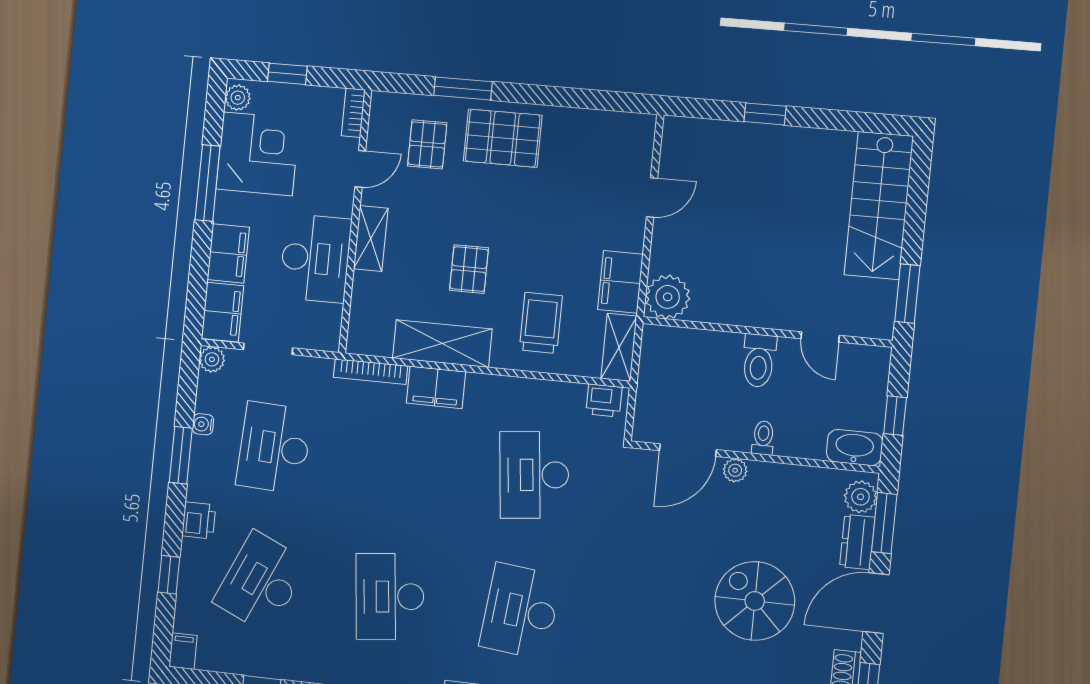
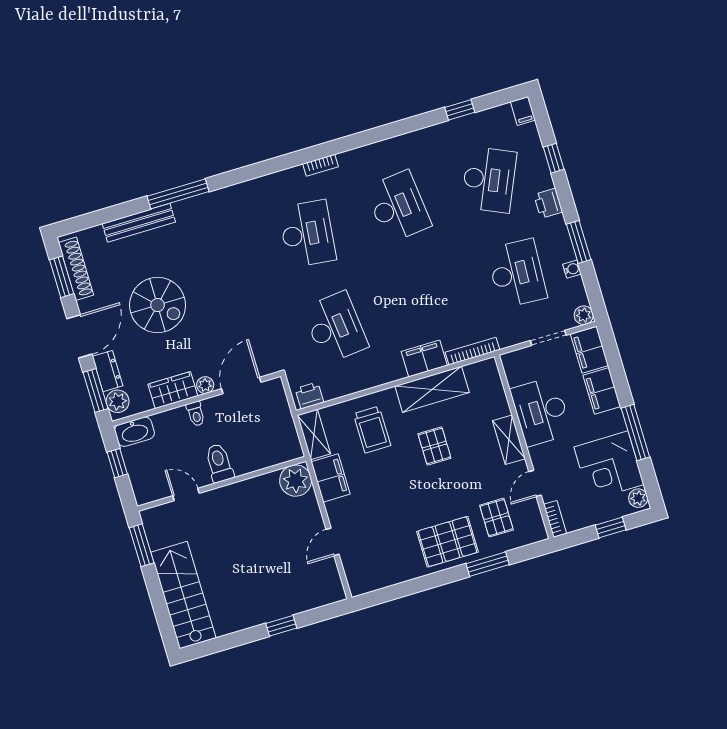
wardrobe: (781, 481) -> (173, 390), added

